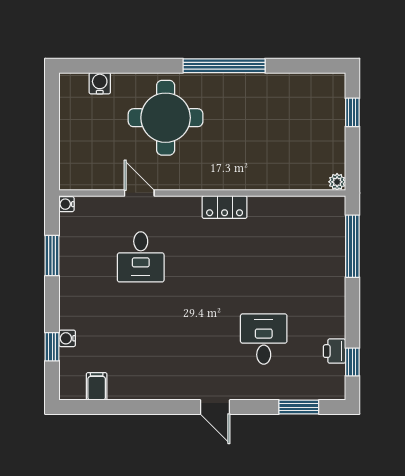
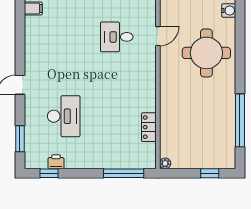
window: (224, 66) -> (240, 120), moved
locker: (225, 207) -> (149, 127), moved
desk: (264, 339) -> (64, 116), width x1.37

